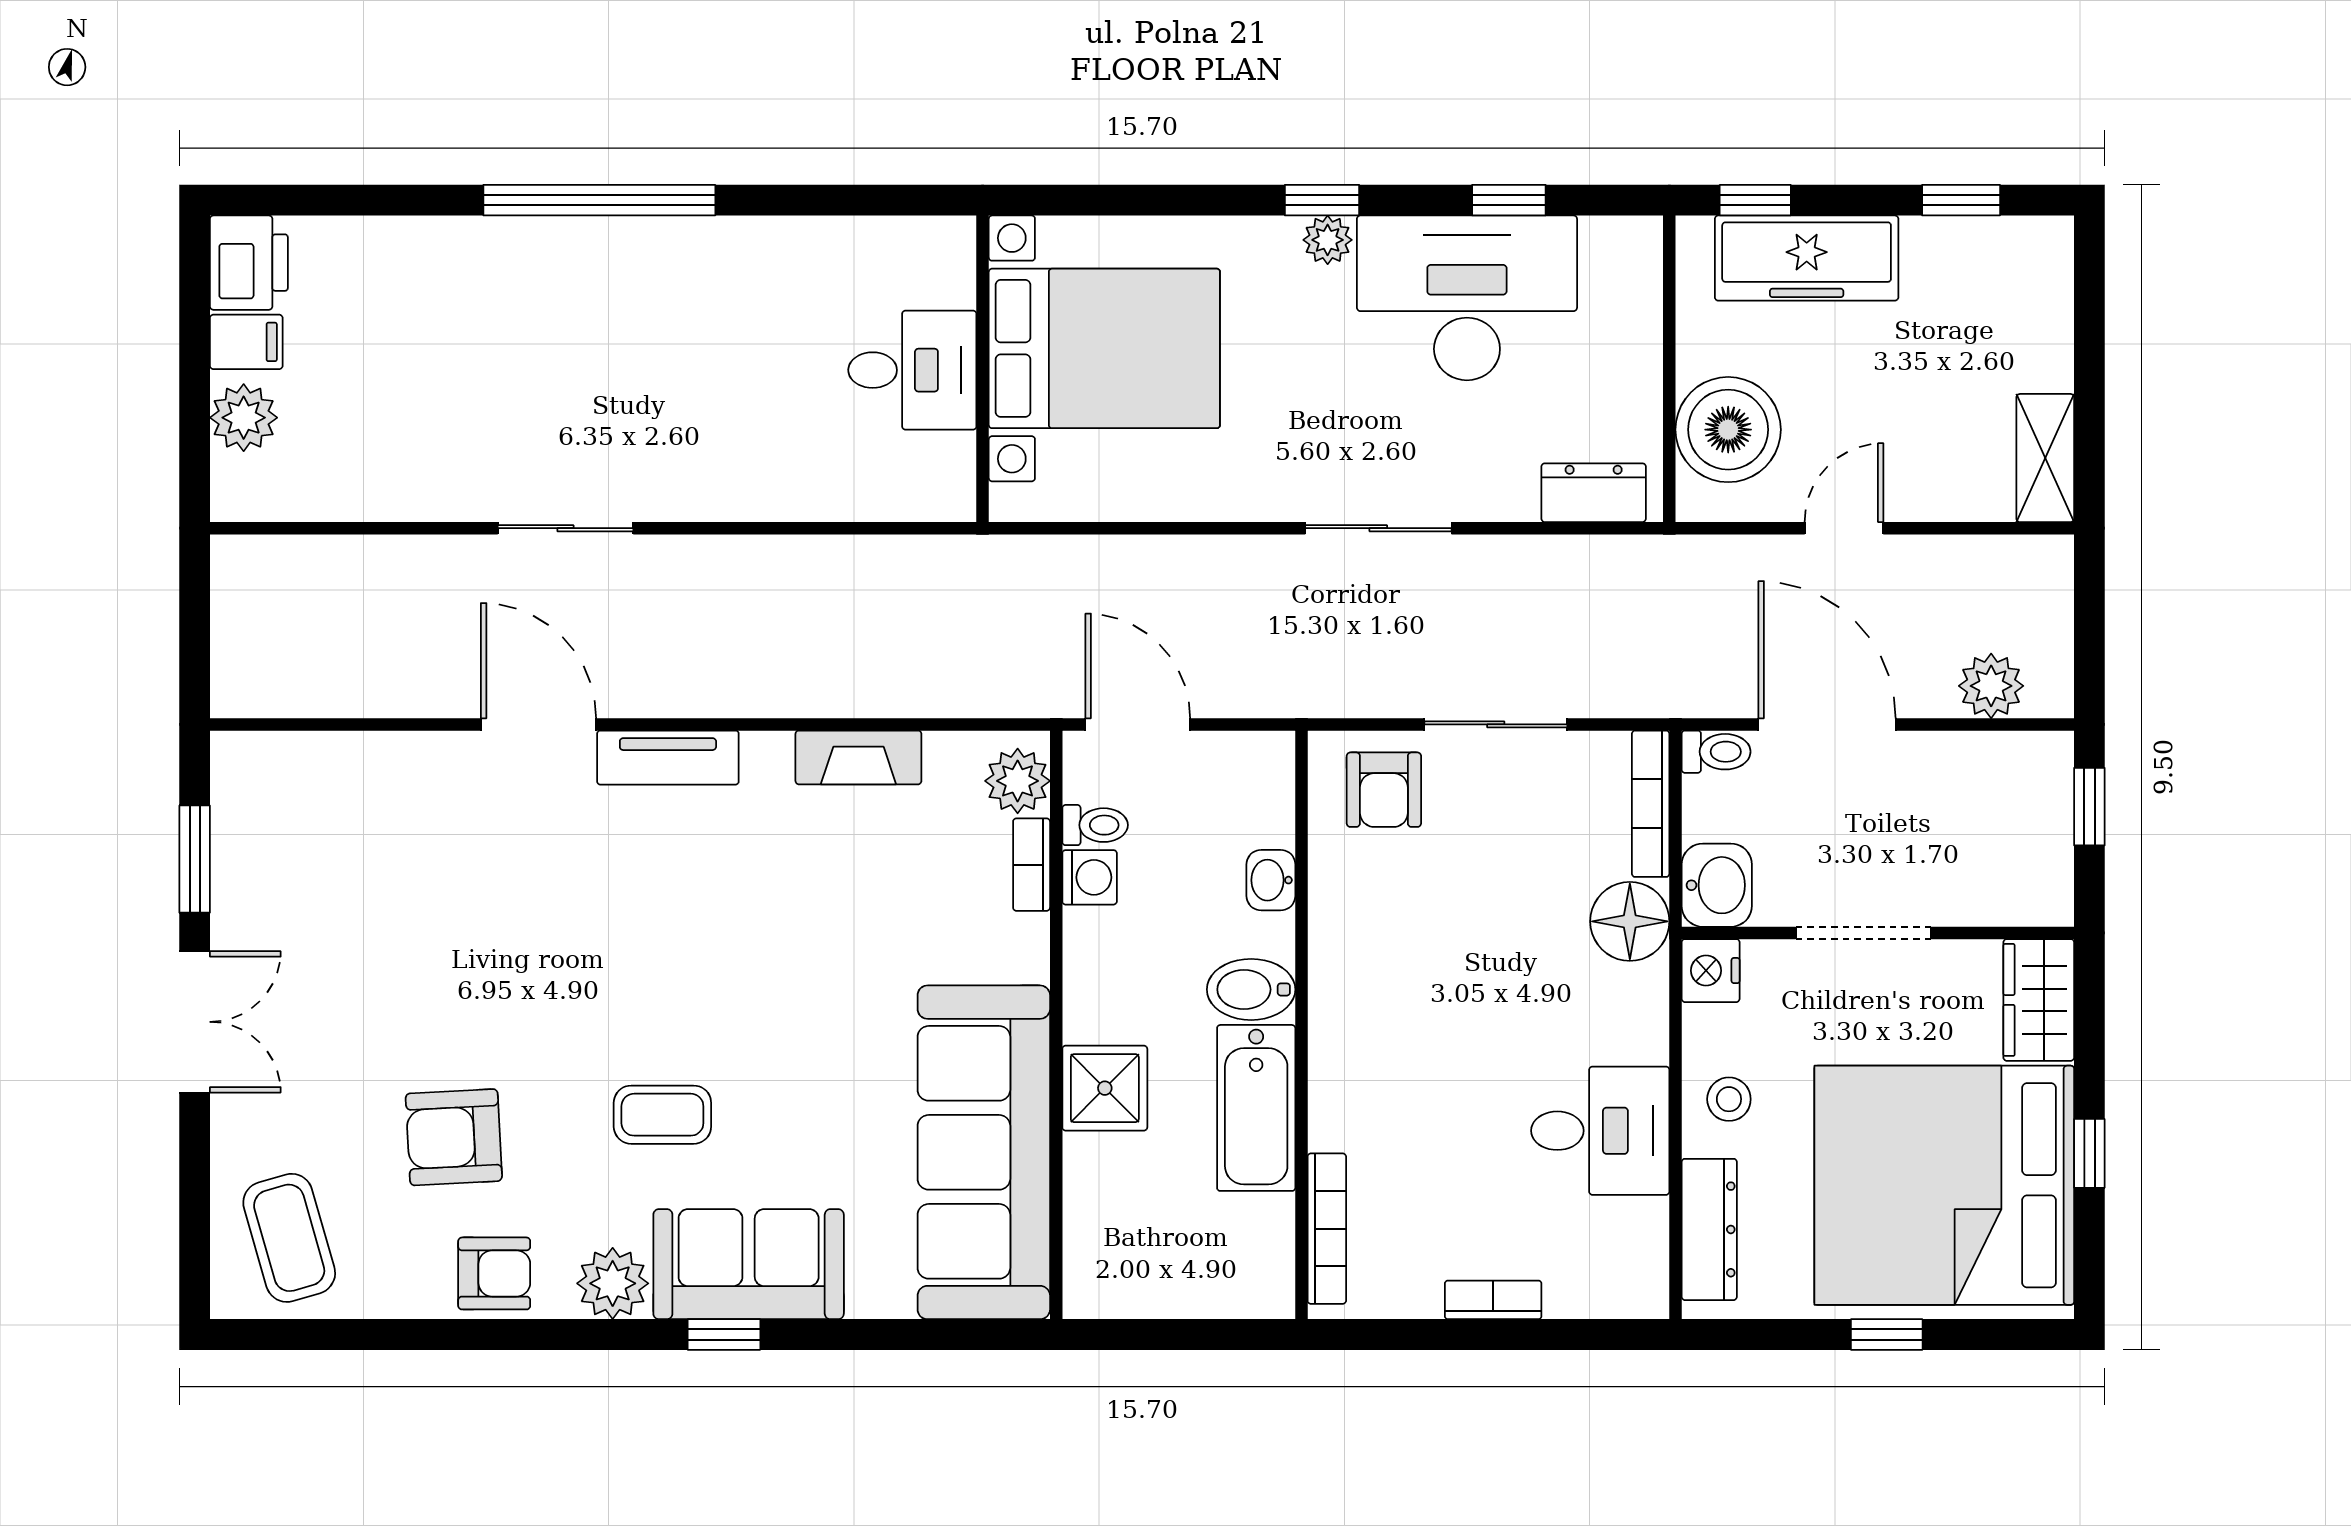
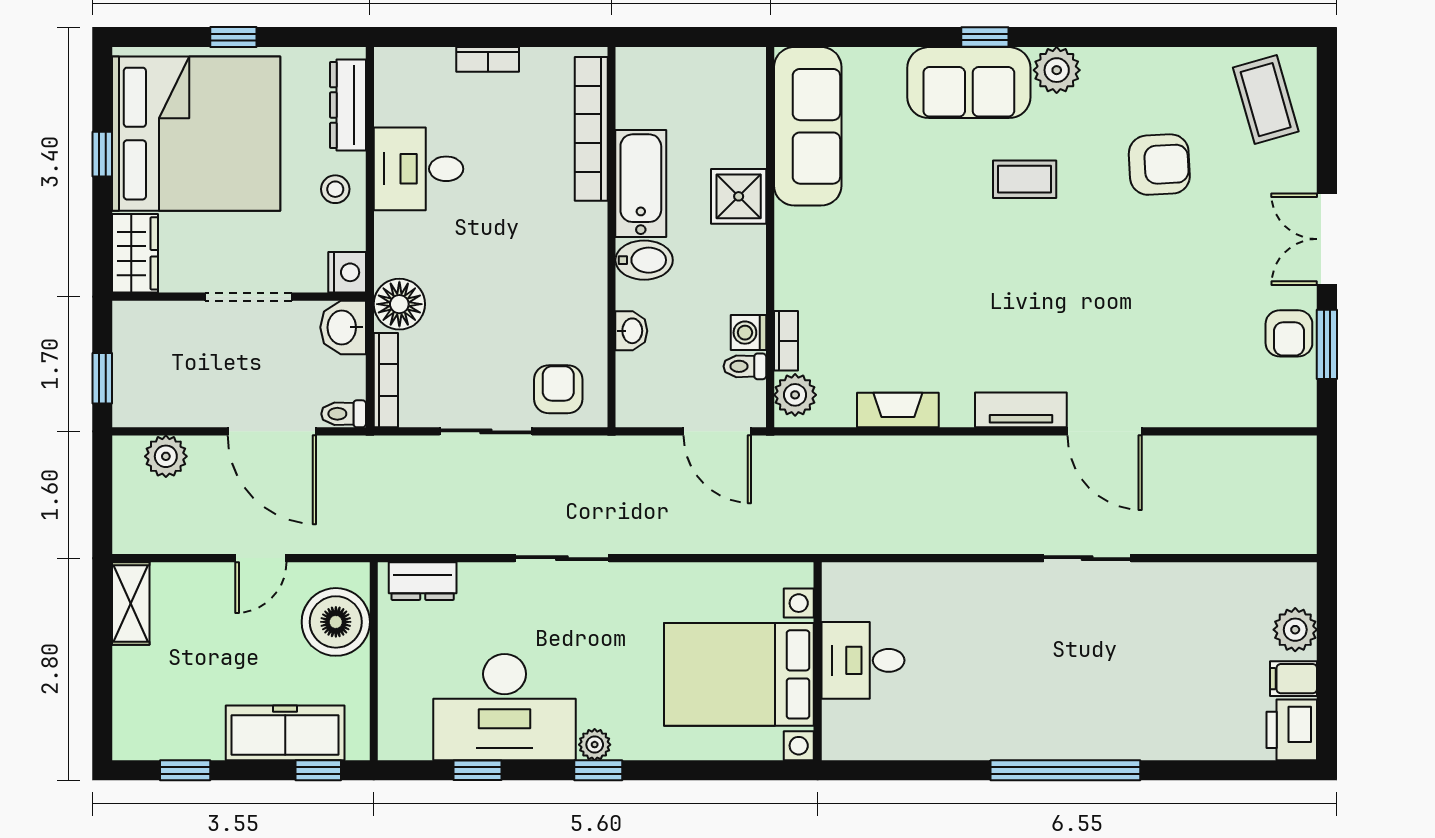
sofa: (984, 1152) -> (808, 126), width x0.74, depth x0.79
bookcase: (1327, 1229) -> (591, 129), width x1.48, depth x1.31
armchair: (494, 1273) -> (1289, 333), moved, turned -90

